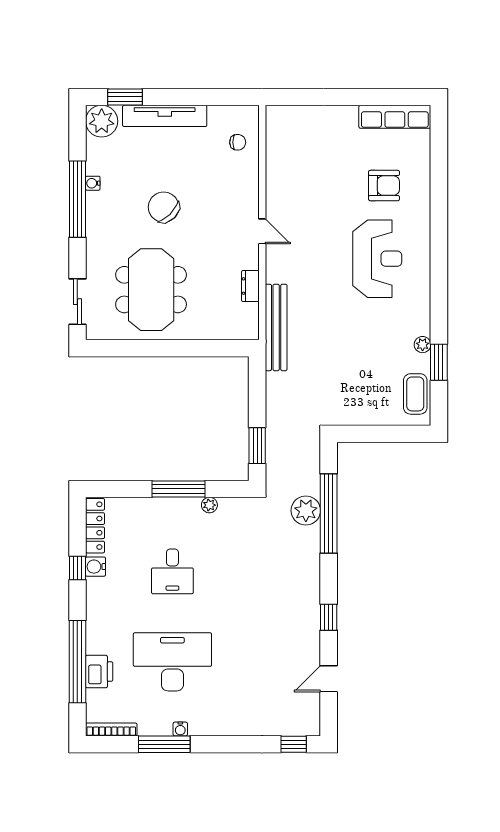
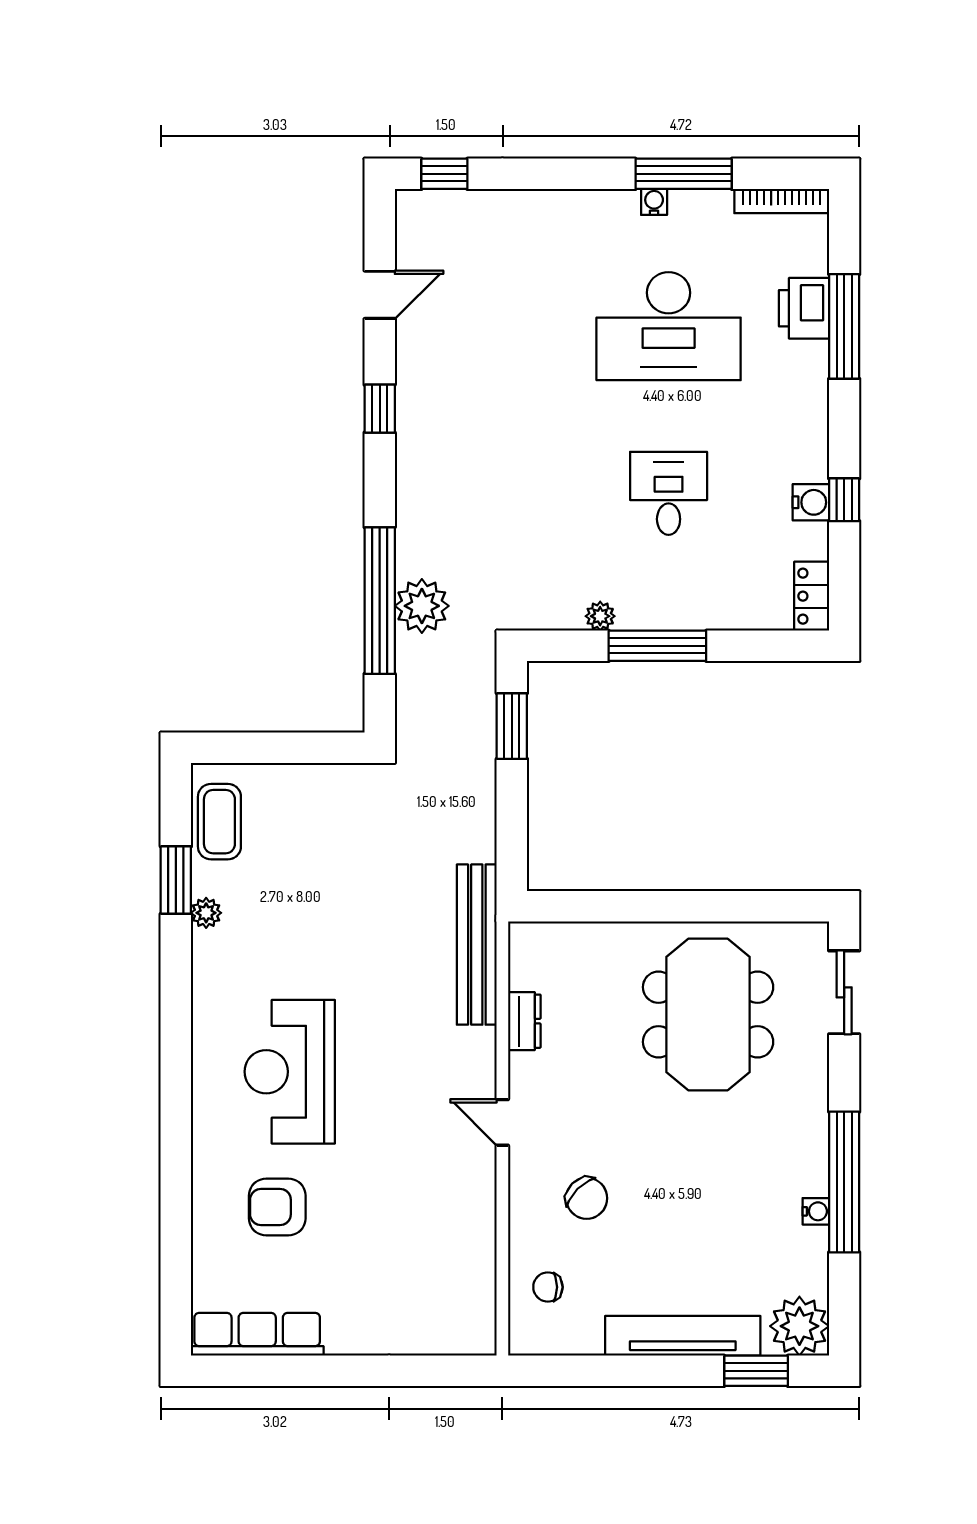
chair: (164, 207) -> (587, 1198), moved, width x0.73, depth x0.73
locker: (95, 526) -> (812, 596), width x0.66
window: (77, 662) -> (844, 326), width x0.68

